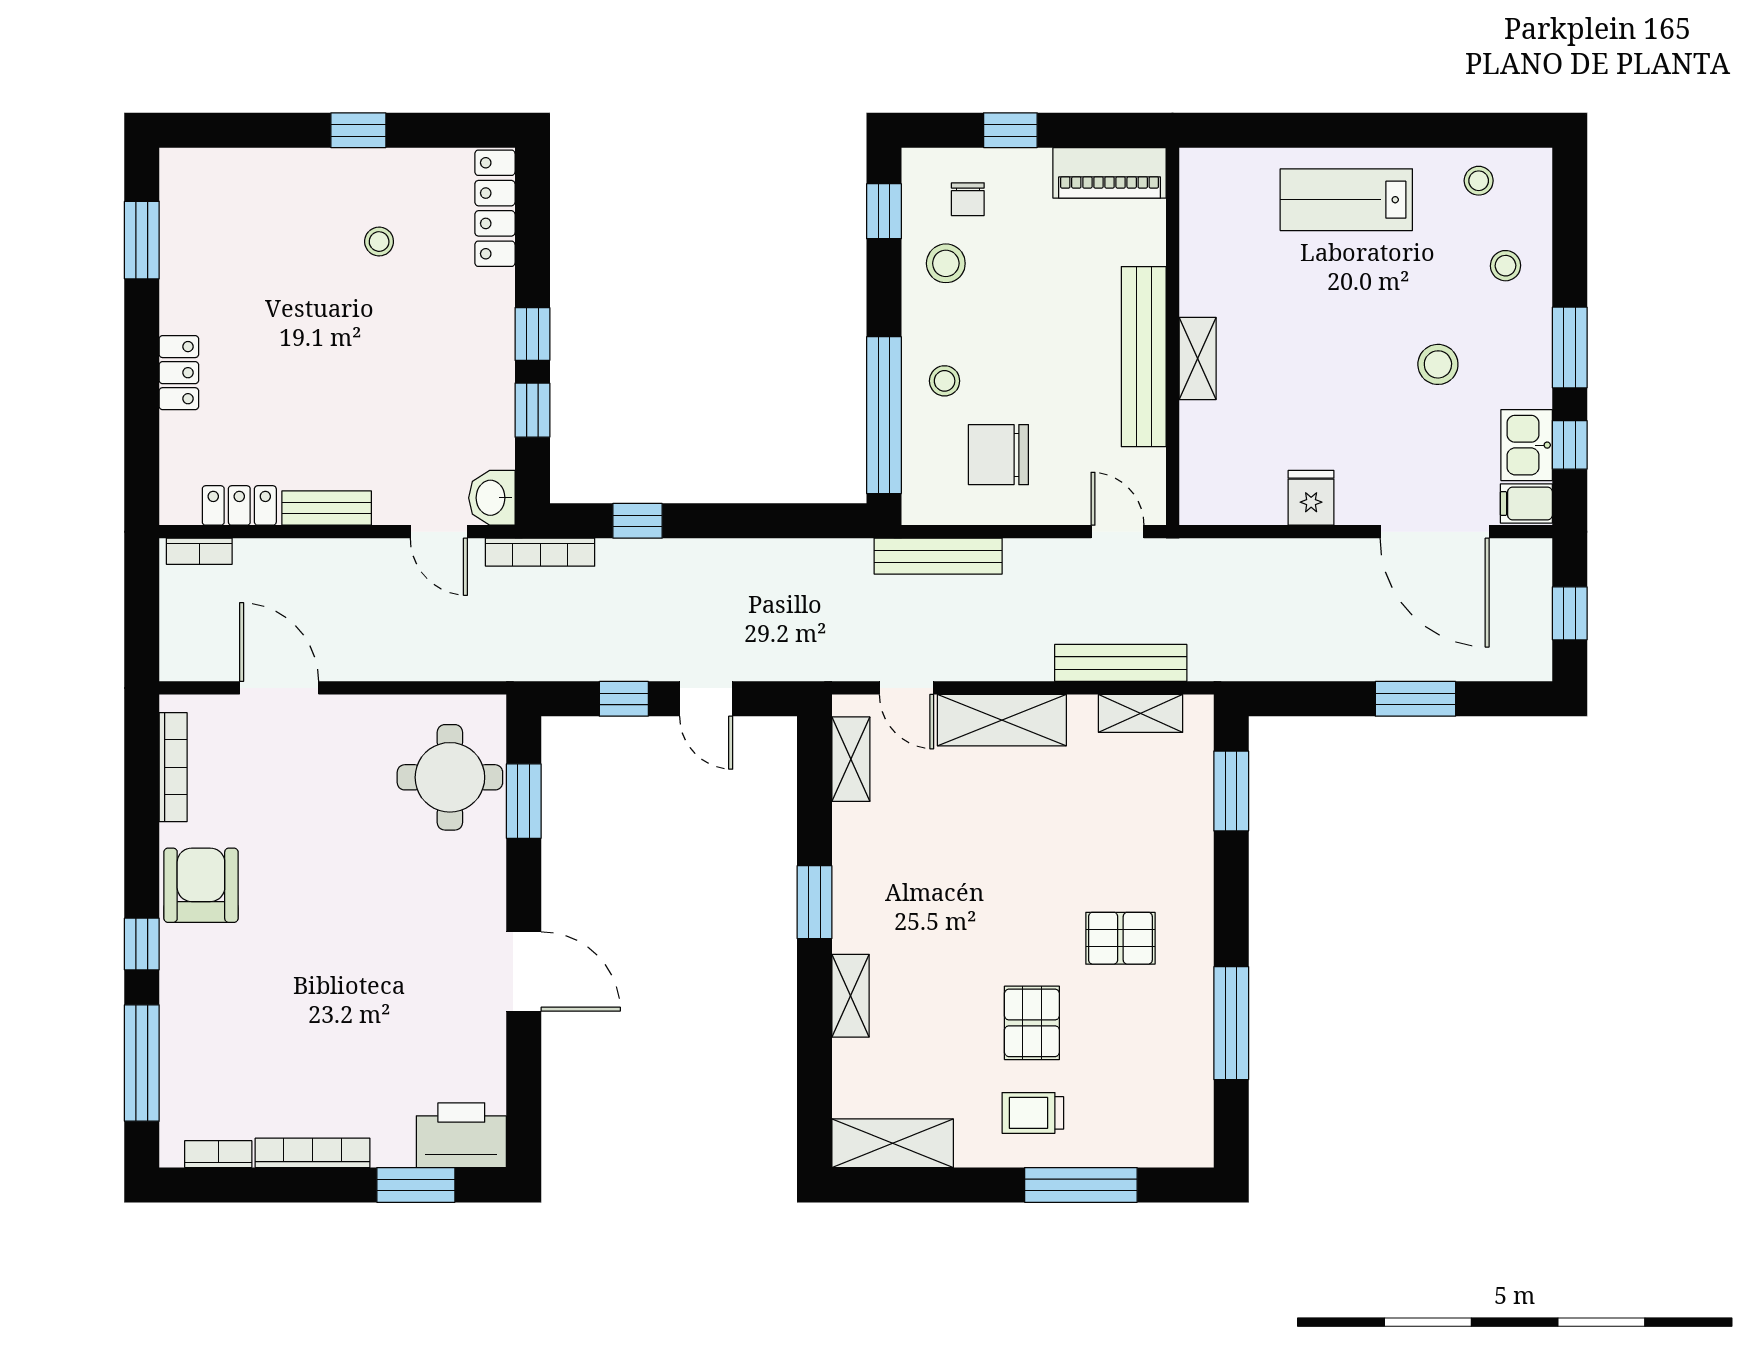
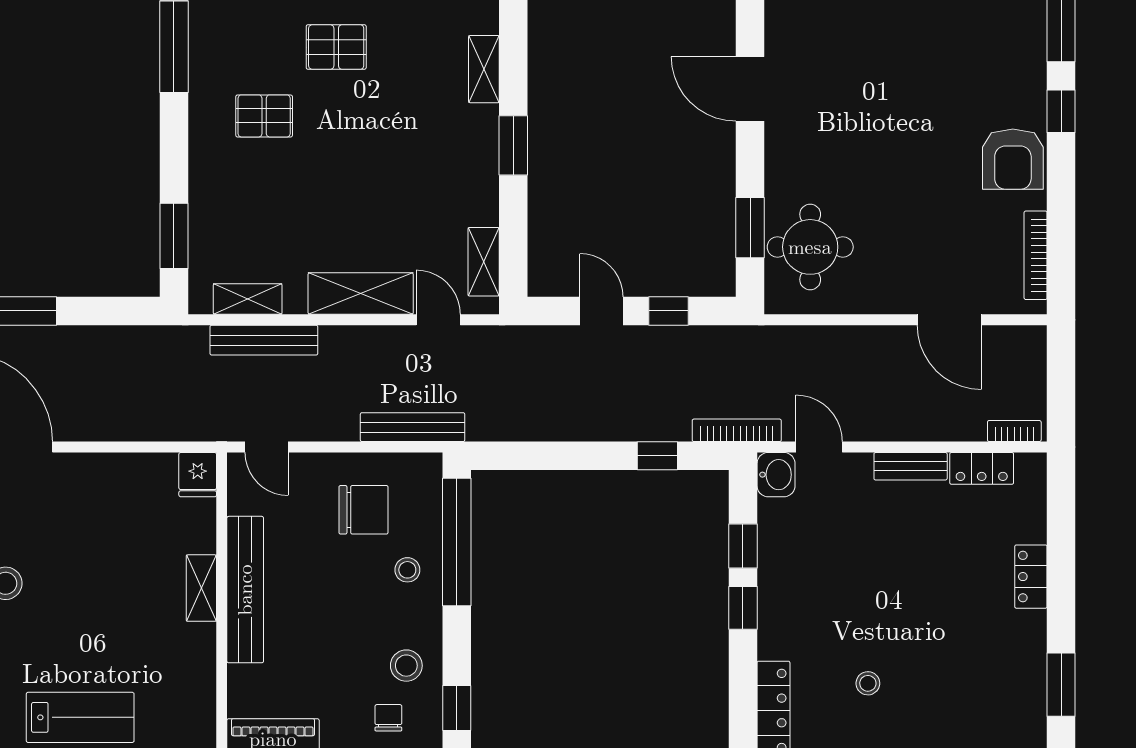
fridge: (1311, 498) -> (198, 475), moved
pallet: (1032, 1023) -> (336, 47), turned 90

